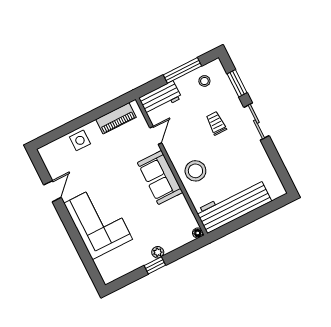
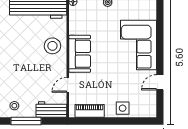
trolley: (216, 123) -> (21, 72), removed

